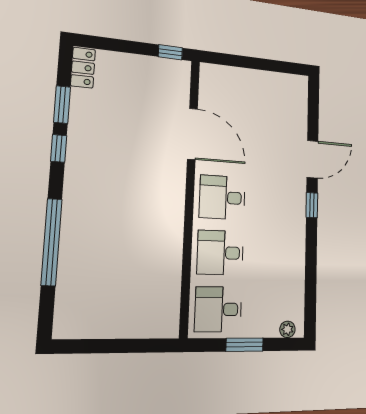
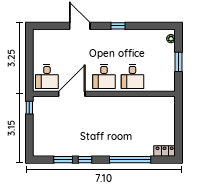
locker: (83, 68) -> (165, 151), moved
window: (312, 205) -> (118, 26), moved
desk: (218, 309) -> (47, 76), moved

